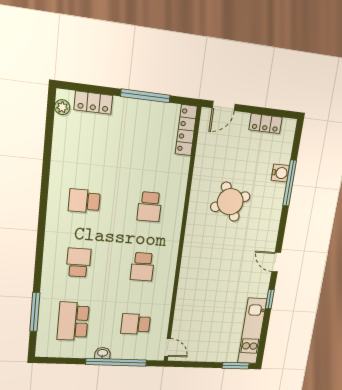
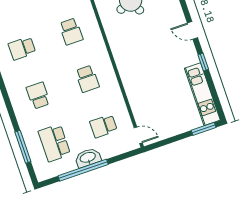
washbasin: (103, 353) -> (88, 158), width x1.91, depth x1.45
window: (116, 362) -> (83, 170), moved

